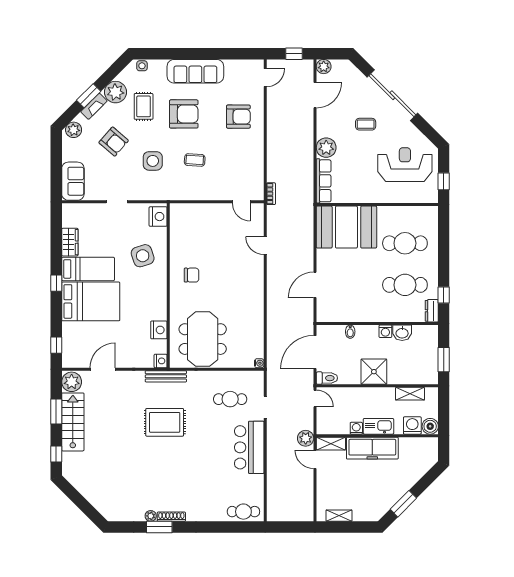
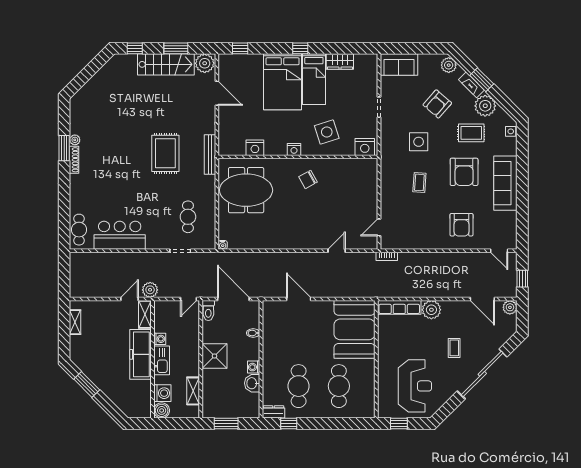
chair: (192, 275) -> (308, 179), turned 61
nightstand: (161, 361) -> (294, 149), moved
bar counter: (249, 447) -> (120, 235), moved

